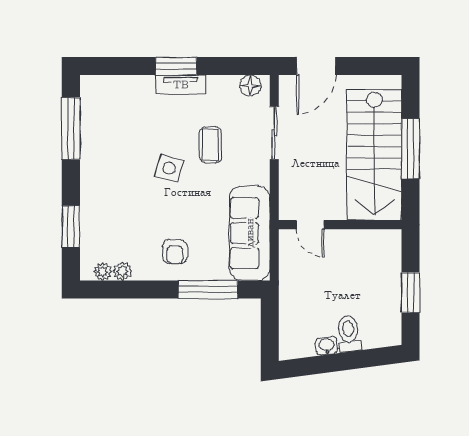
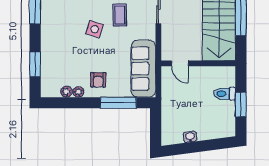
plant: (103, 272) -> (78, 92), moved
toilet: (349, 334) -> (225, 94), moved, turned -82

